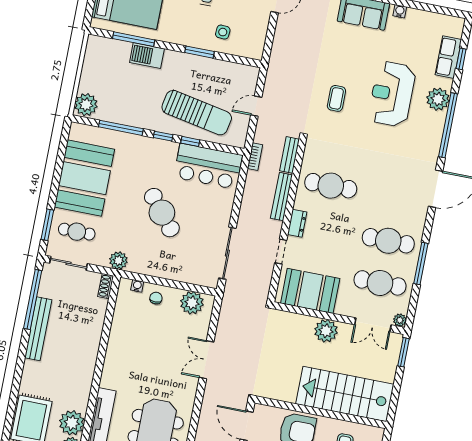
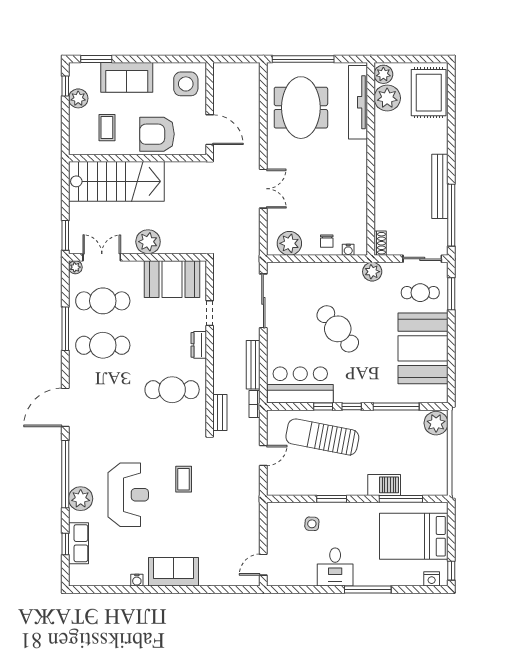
bench: (281, 197) -> (253, 365), moved

